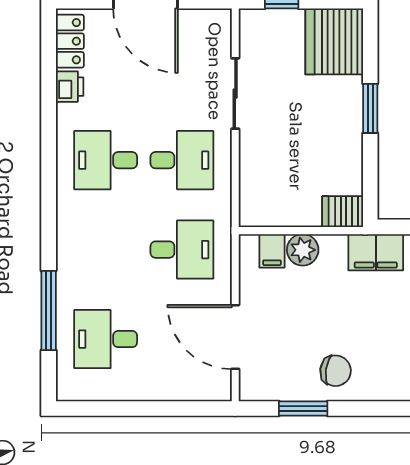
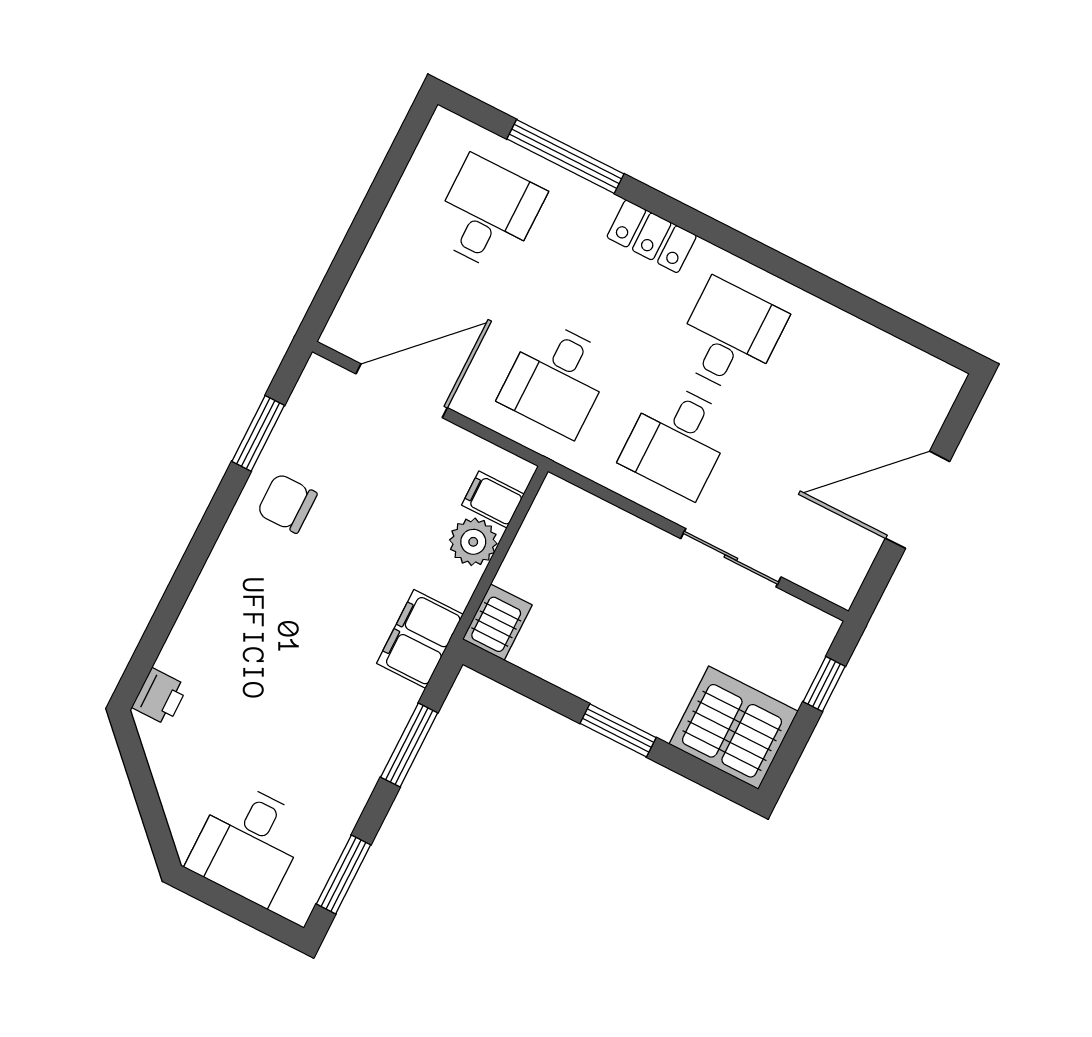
locker: (70, 41) -> (652, 236), moved
printer: (70, 87) -> (854, 339), removed
chair: (336, 371) -> (287, 503), turned 82

